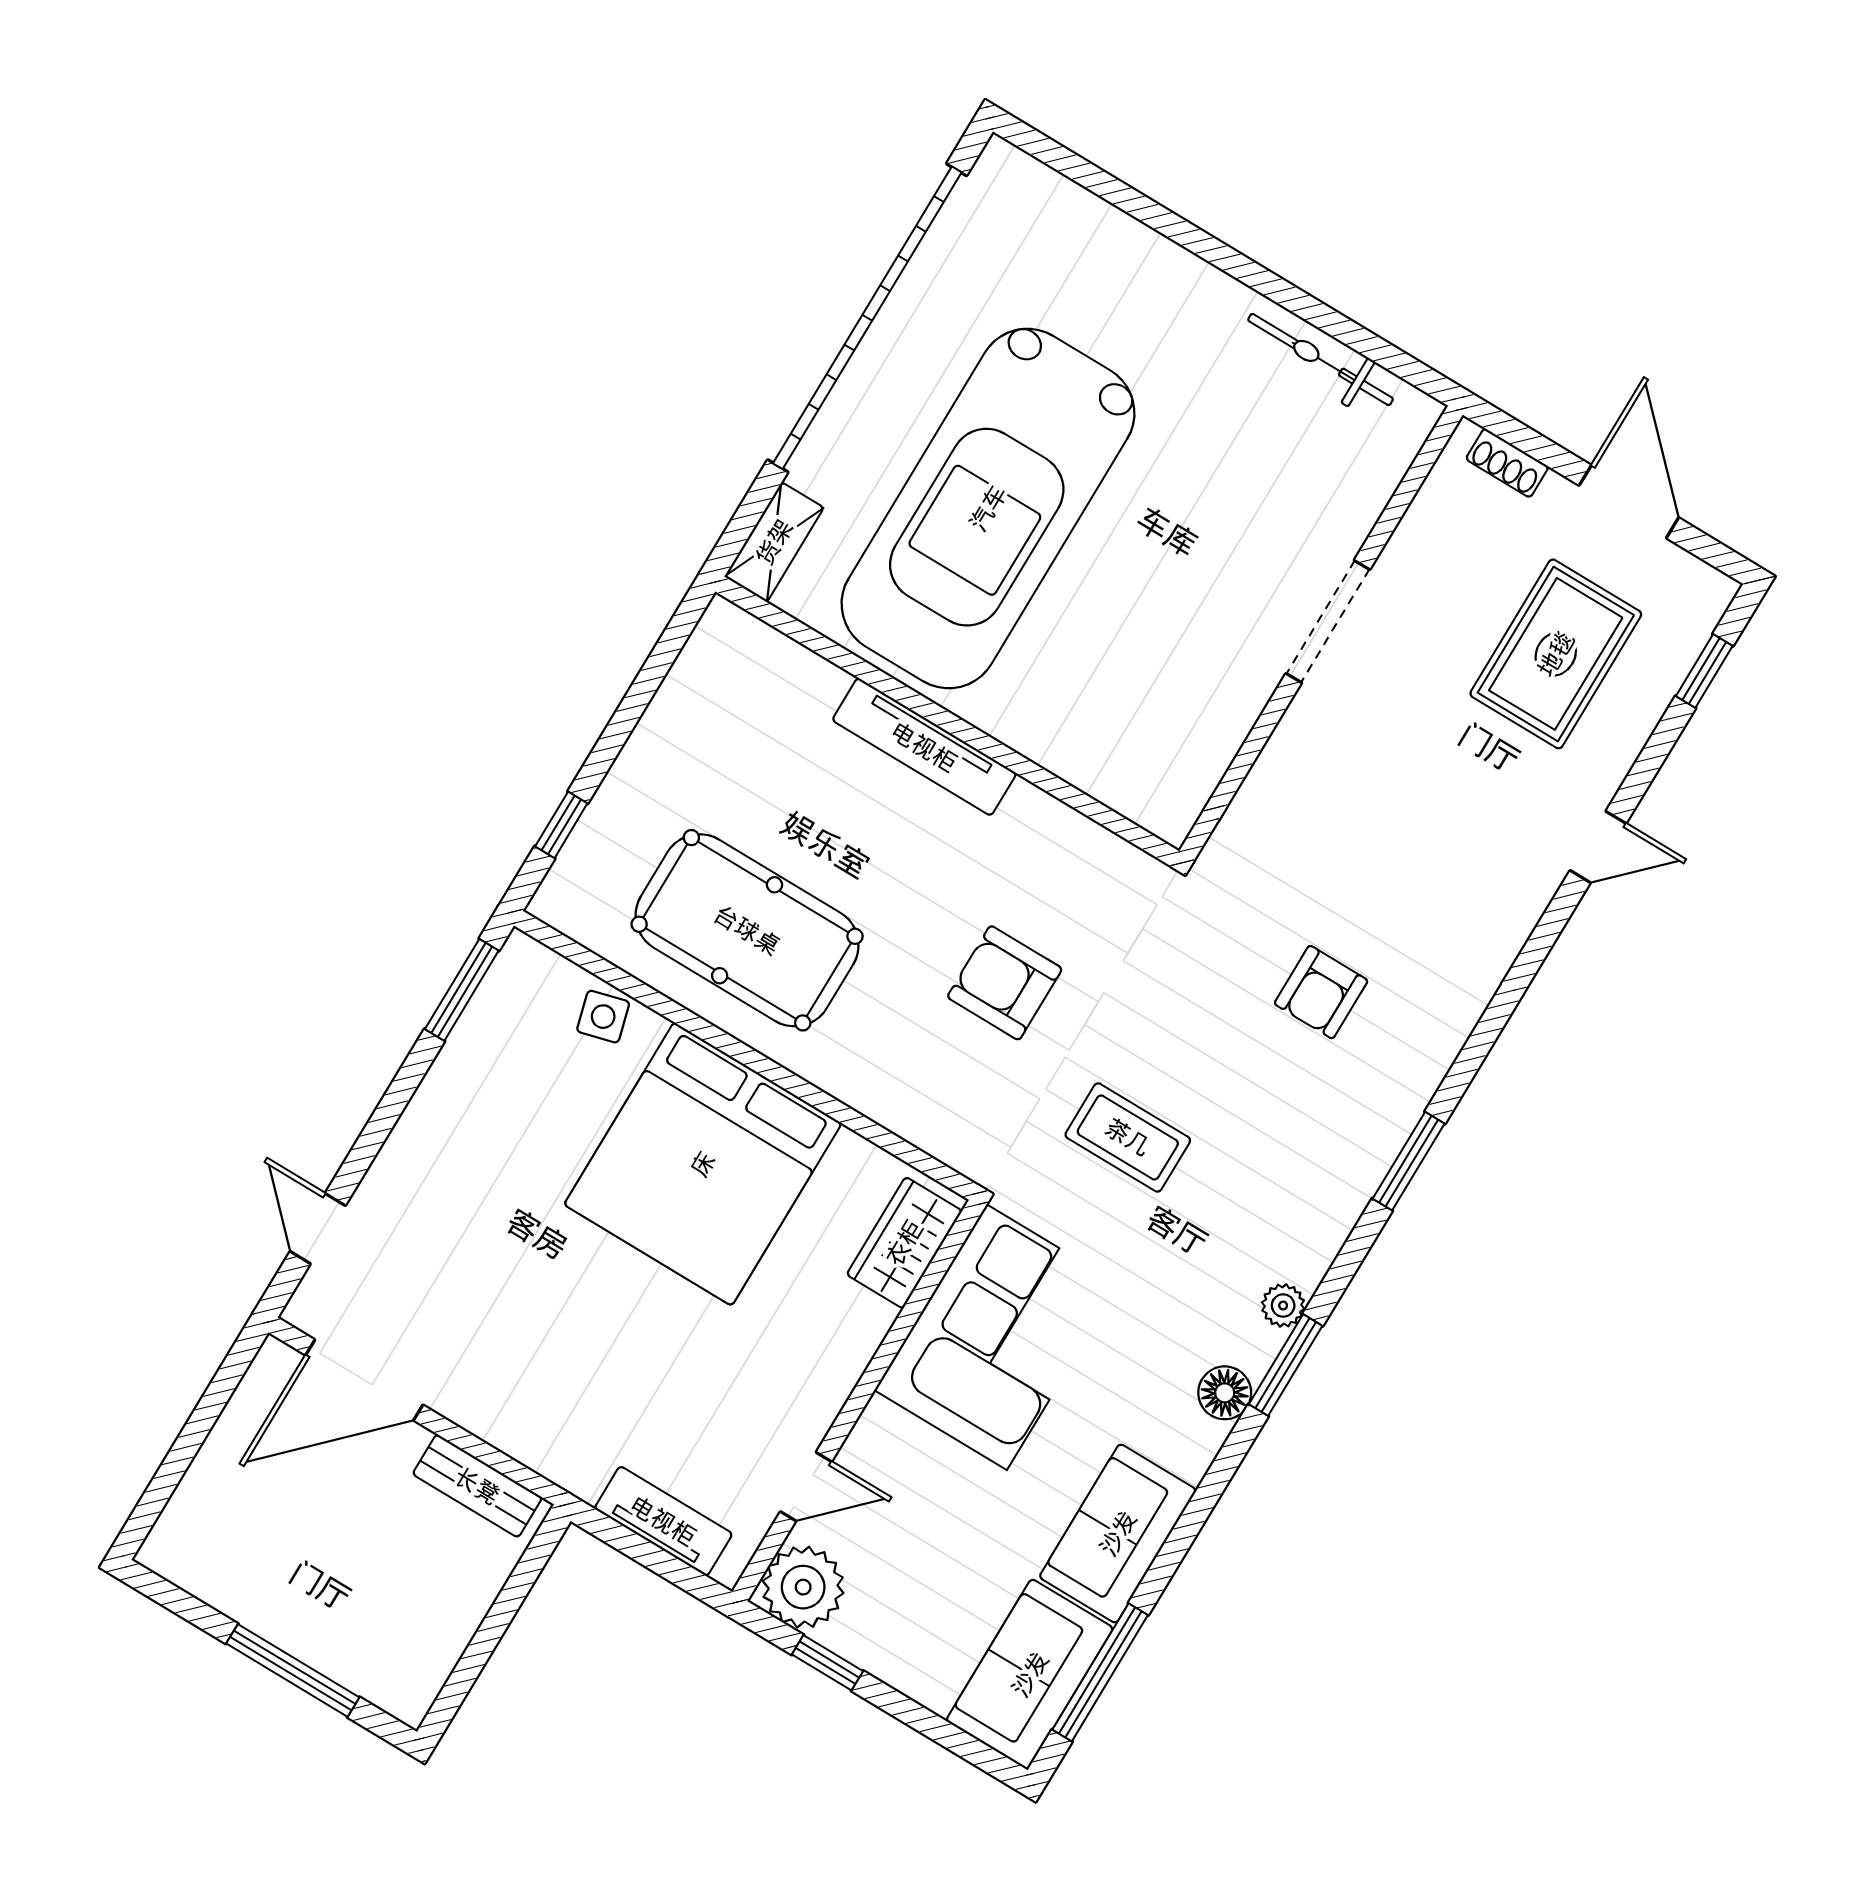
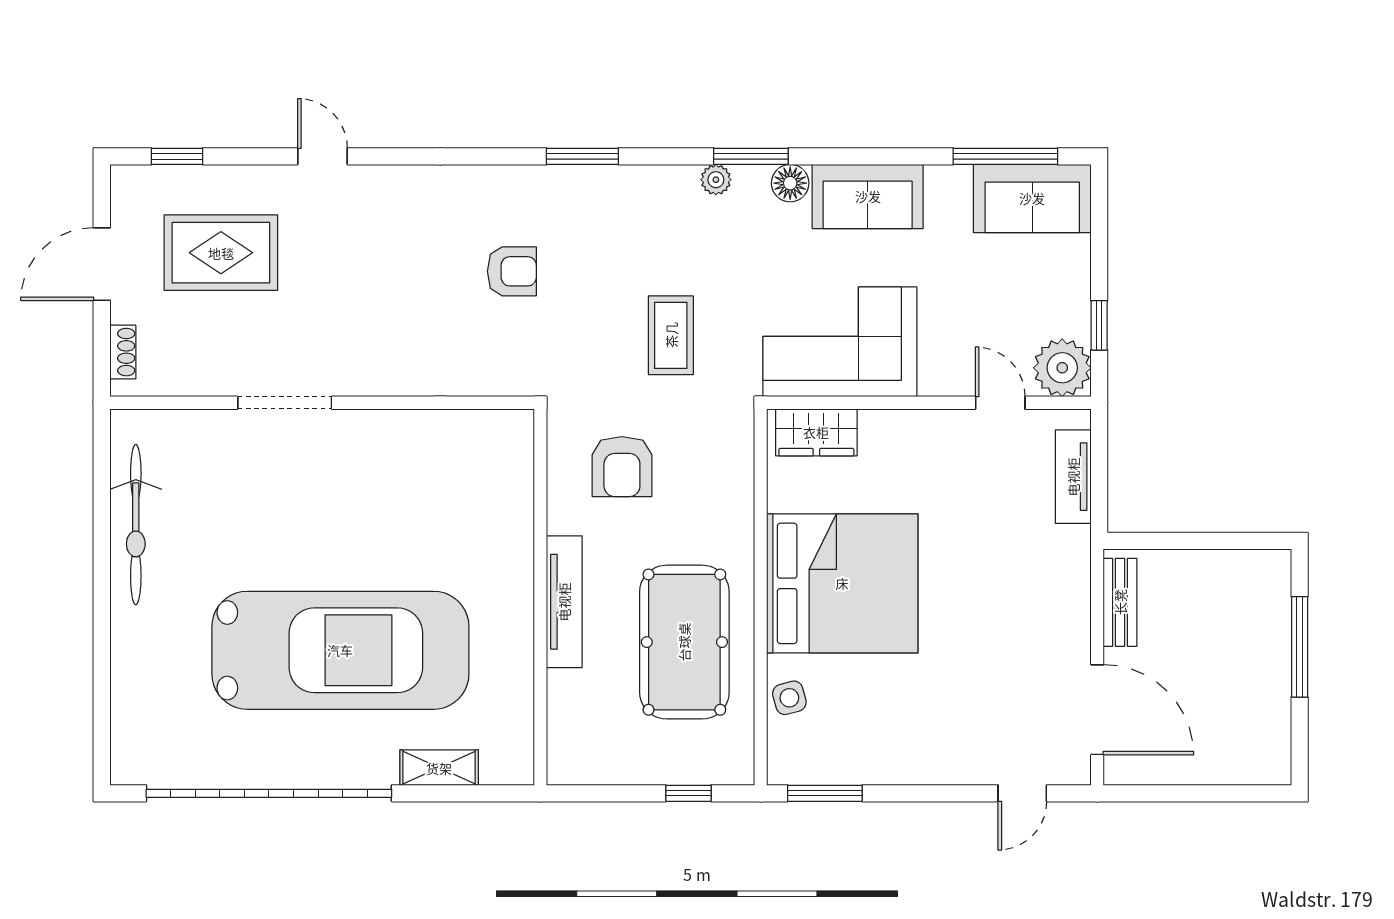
bicycle: (1321, 359) -> (136, 525), width x1.37, depth x1.40
wall: (947, 721) -> (540, 597), moved
tv unit: (924, 747) -> (564, 602), moved
sofa: (1118, 1533) -> (868, 196), moved

